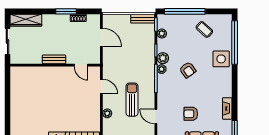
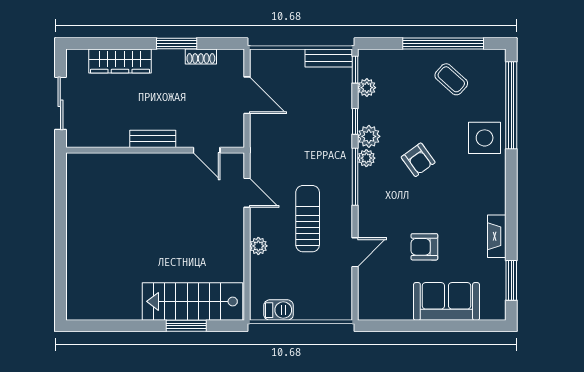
window: (185, 11) -> (443, 44), moved
wardrobe: (26, 20) -> (120, 61), moved
door: (156, 116) -> (355, 252), swing flipped

